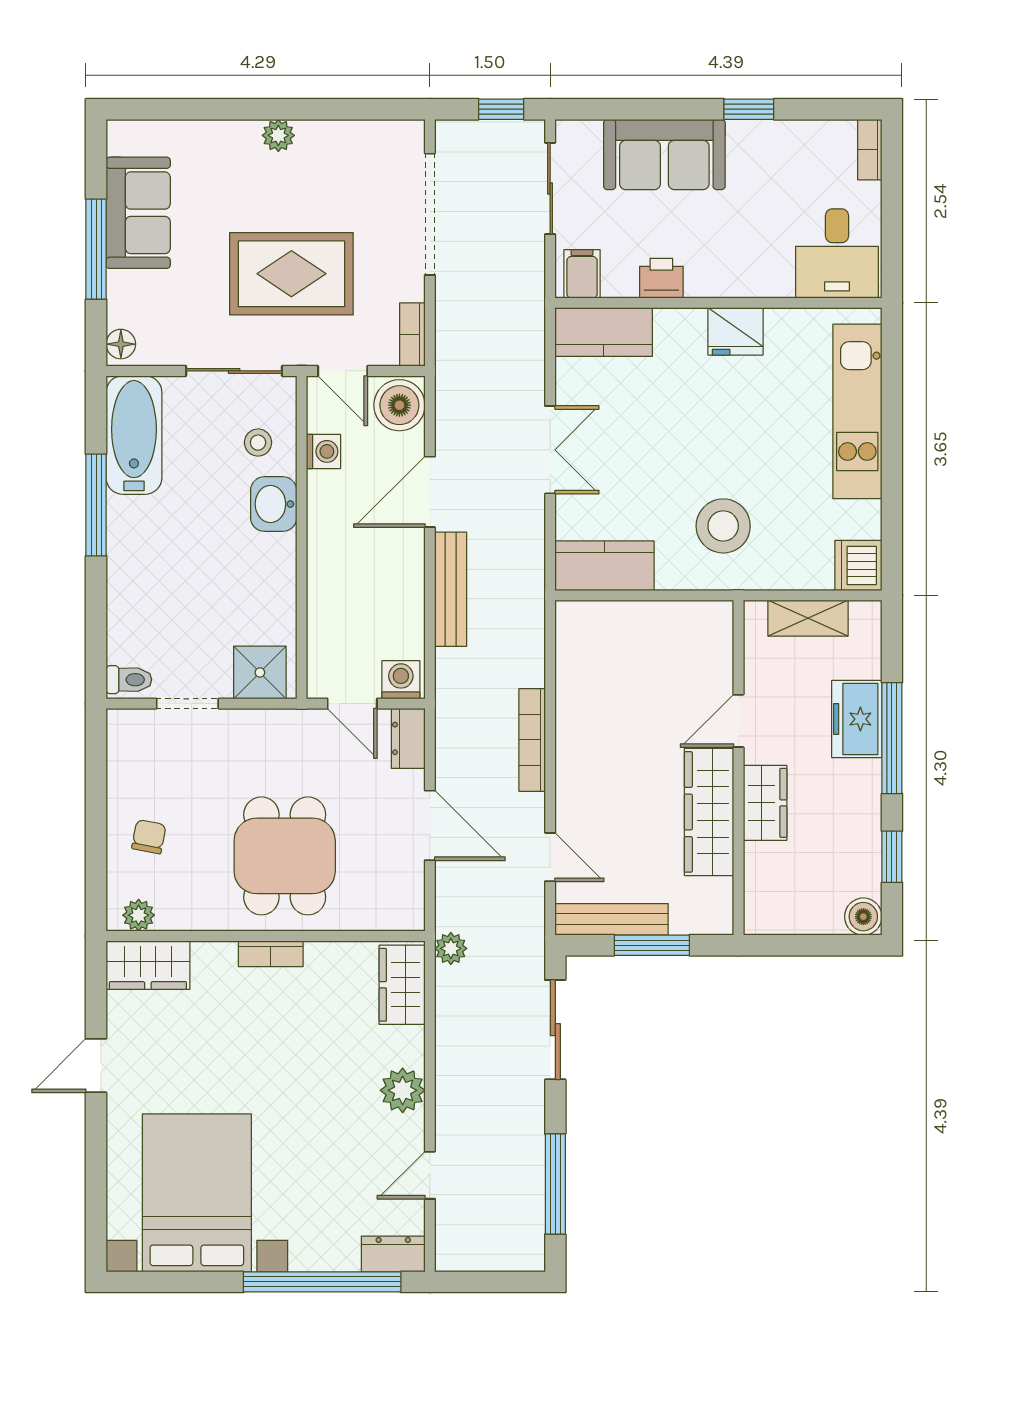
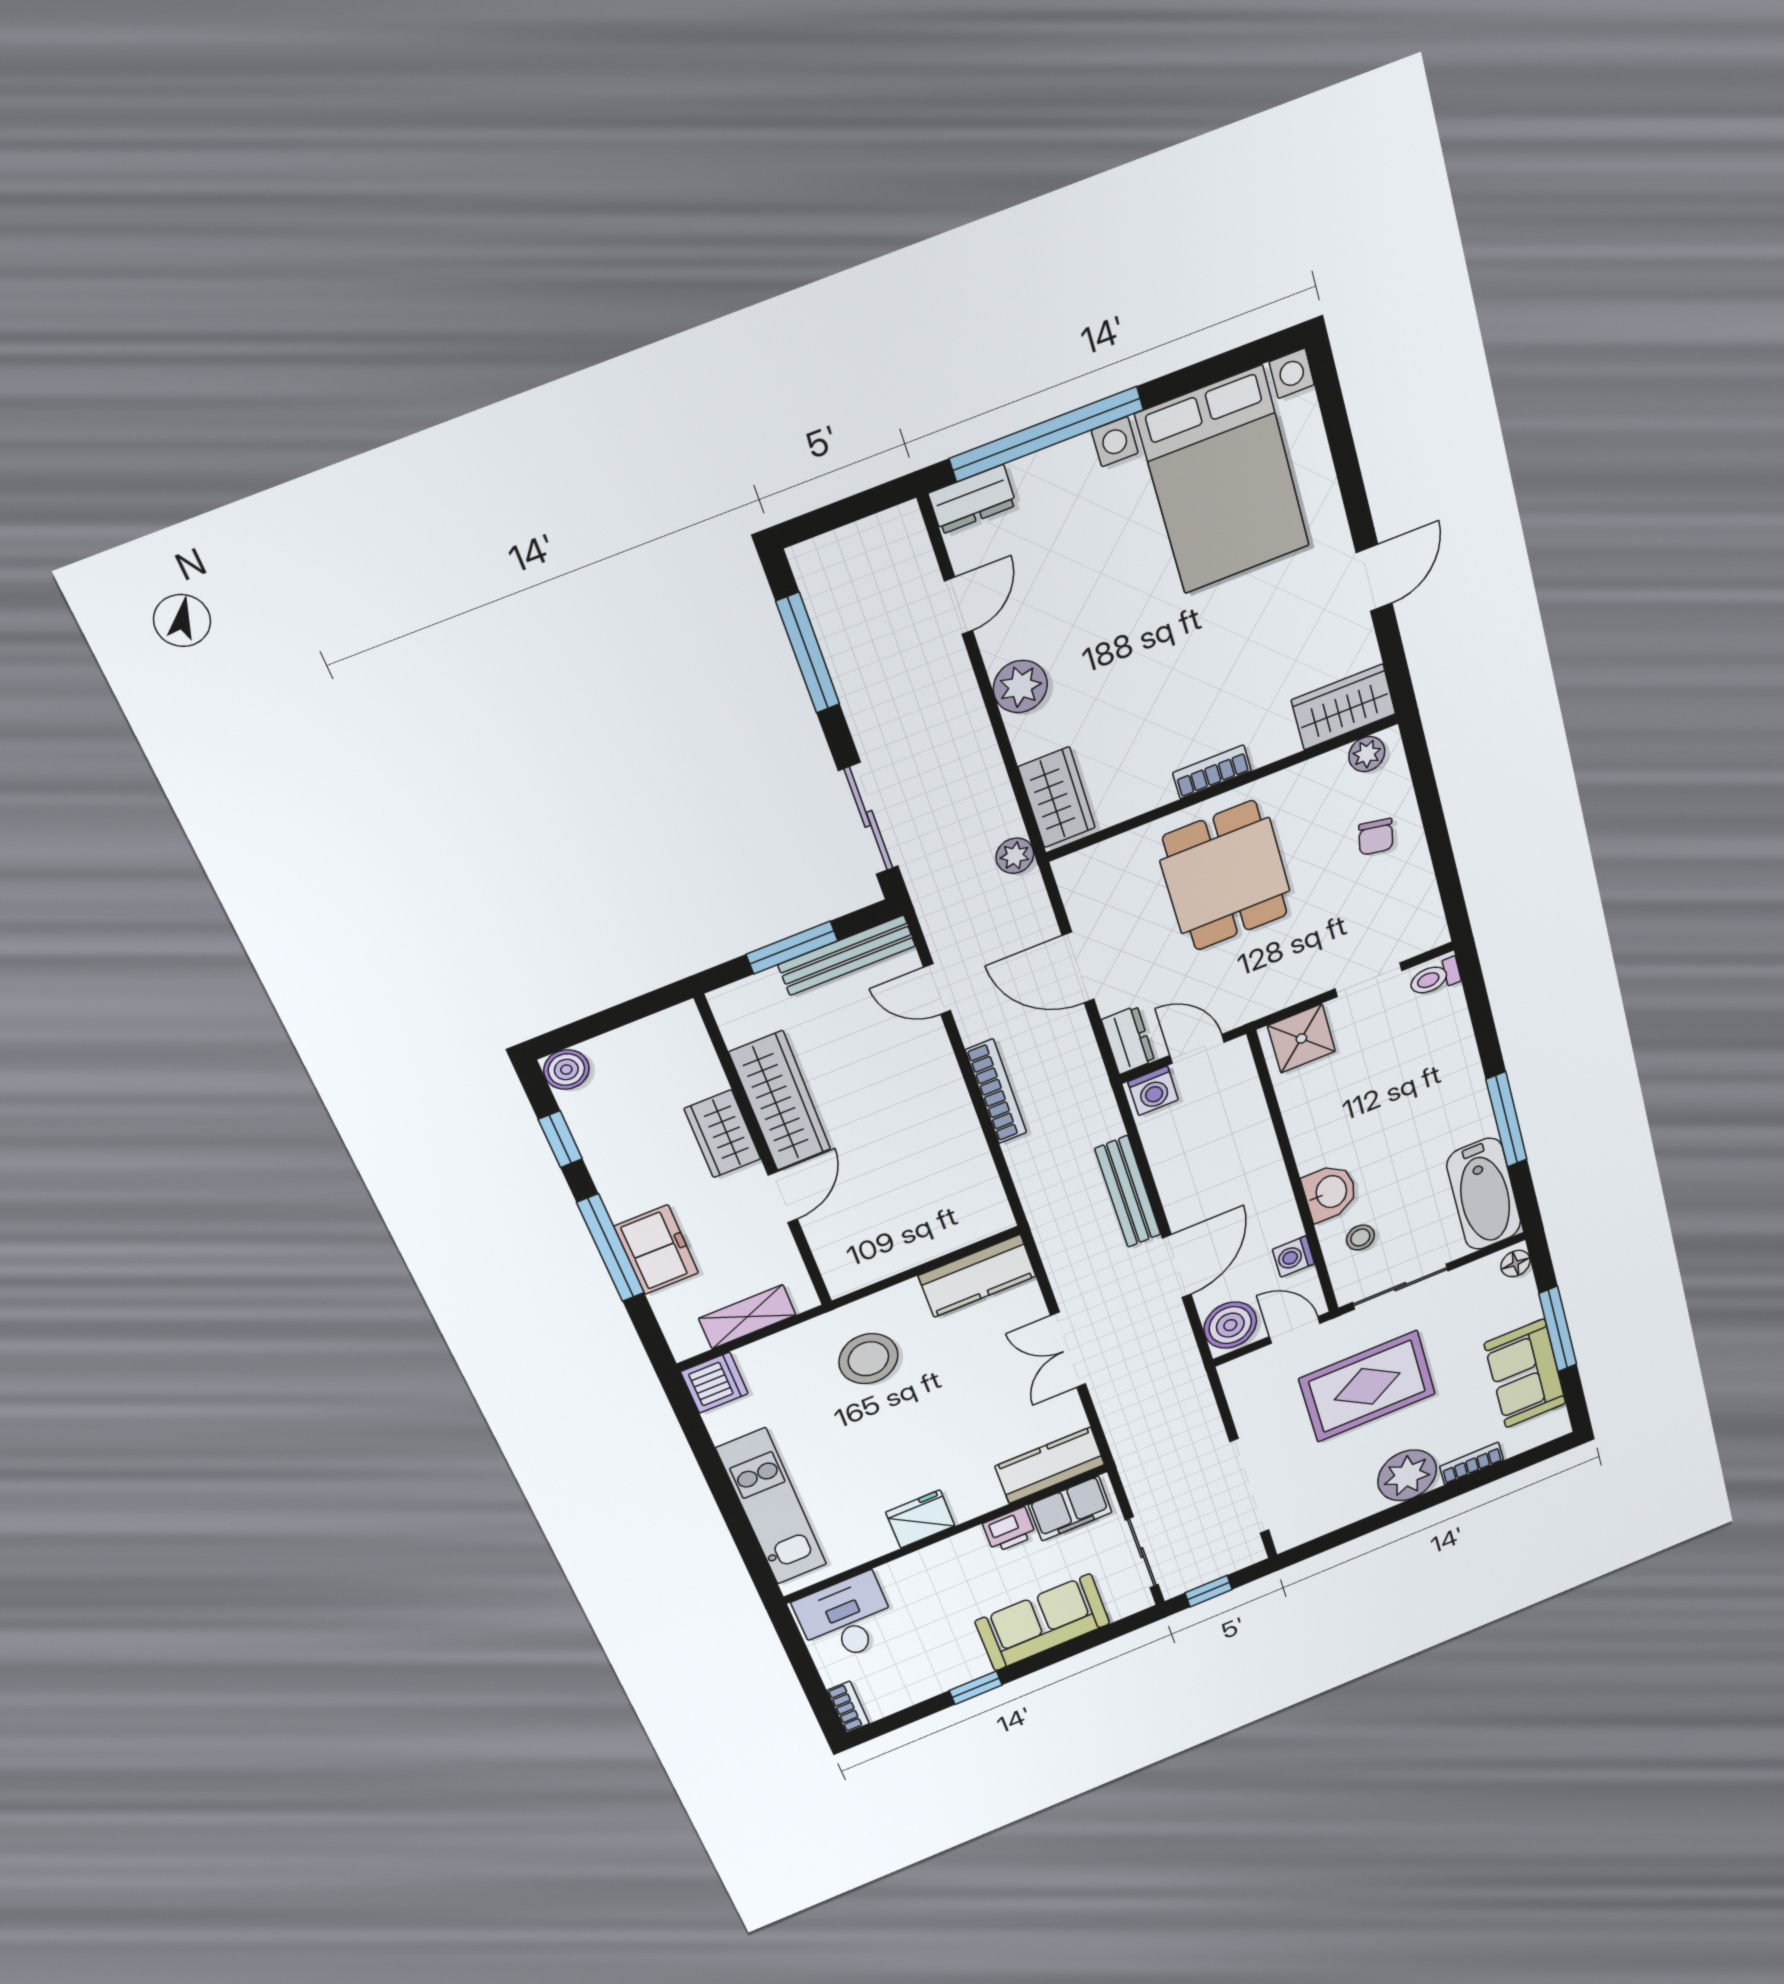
plant: (278, 135) -> (1407, 1475), width x1.88, depth x1.88
filing cabinet: (582, 274) -> (1070, 1509), width x2.00
bookcase: (412, 334) -> (1472, 1463), moved, turned -90

